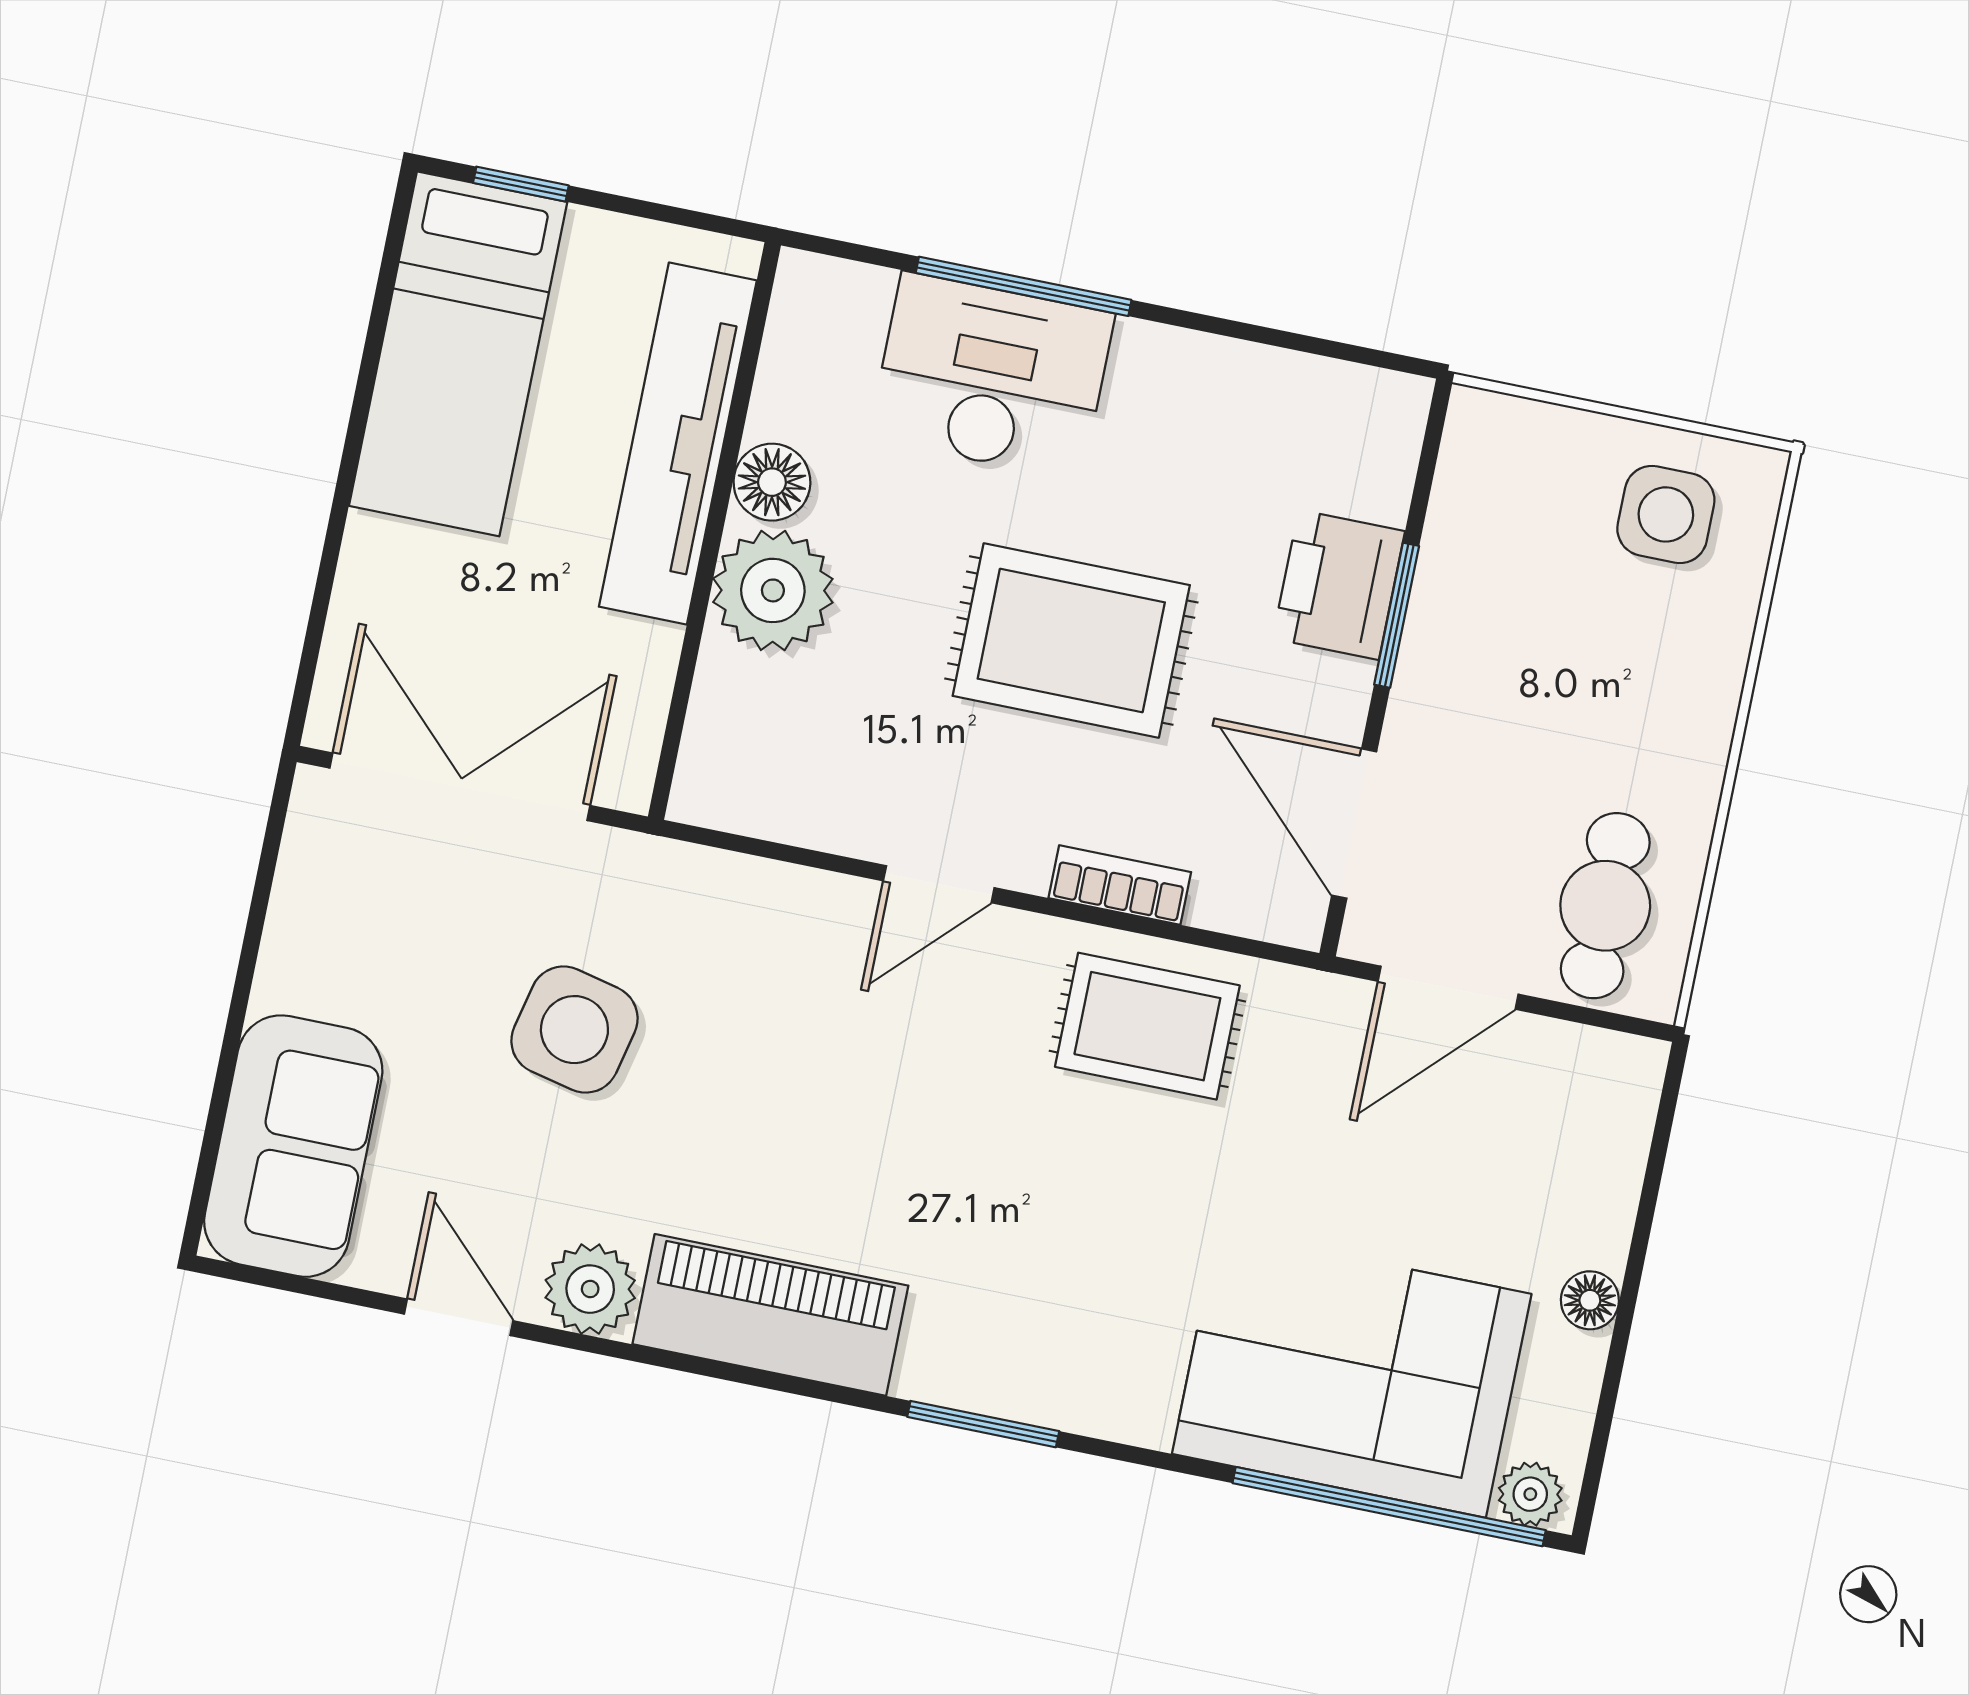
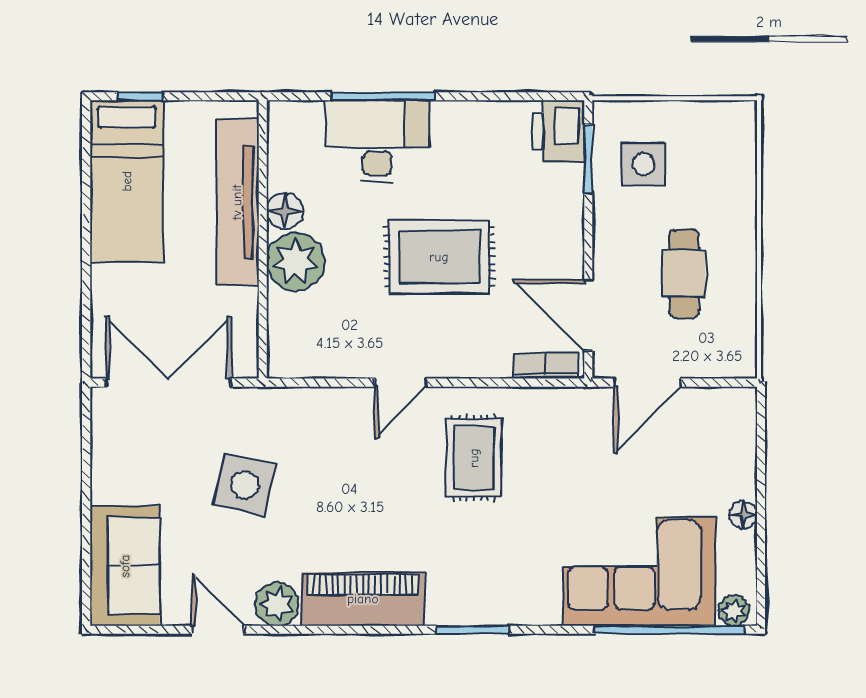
side table: (1666, 514) -> (643, 164), moved
printer: (1339, 585) -> (559, 131), moved
window: (1397, 615) -> (588, 159), moved
bookcase: (1120, 885) -> (545, 366), moved
cafe table: (1605, 906) -> (684, 274), moved
rug: (1147, 1026) -> (474, 458), moved, turned 90

